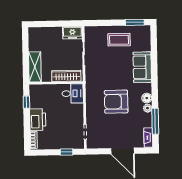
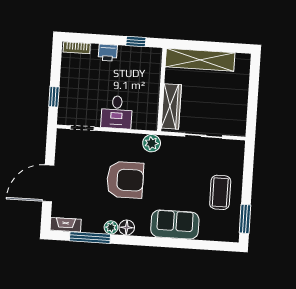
freezer: (72, 33) -> (237, 121), removed
shelving: (35, 67) -> (200, 60), width x1.47
plant: (91, 87) -> (152, 143), added
desk: (73, 93) -> (117, 112), moved
armchair: (116, 102) -> (125, 180), turned 90
printer: (38, 120) -> (108, 53), width x0.53, depth x0.68

